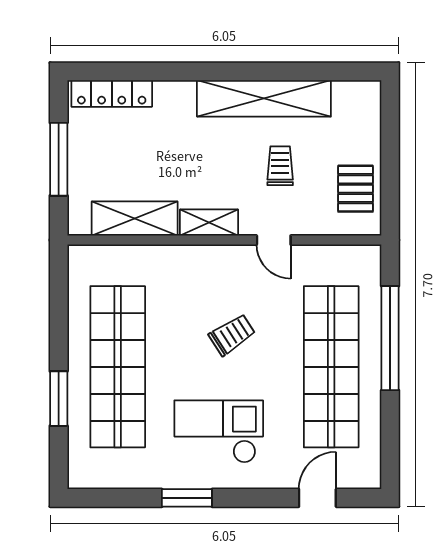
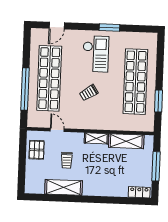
locker: (112, 93) -> (139, 192), width x0.66
shelving: (264, 98) -> (64, 187), width x0.68
door: (274, 240) -> (57, 130), moved
window: (59, 399) -> (158, 101), moved
checkout: (219, 432) -> (96, 54), turned -90

